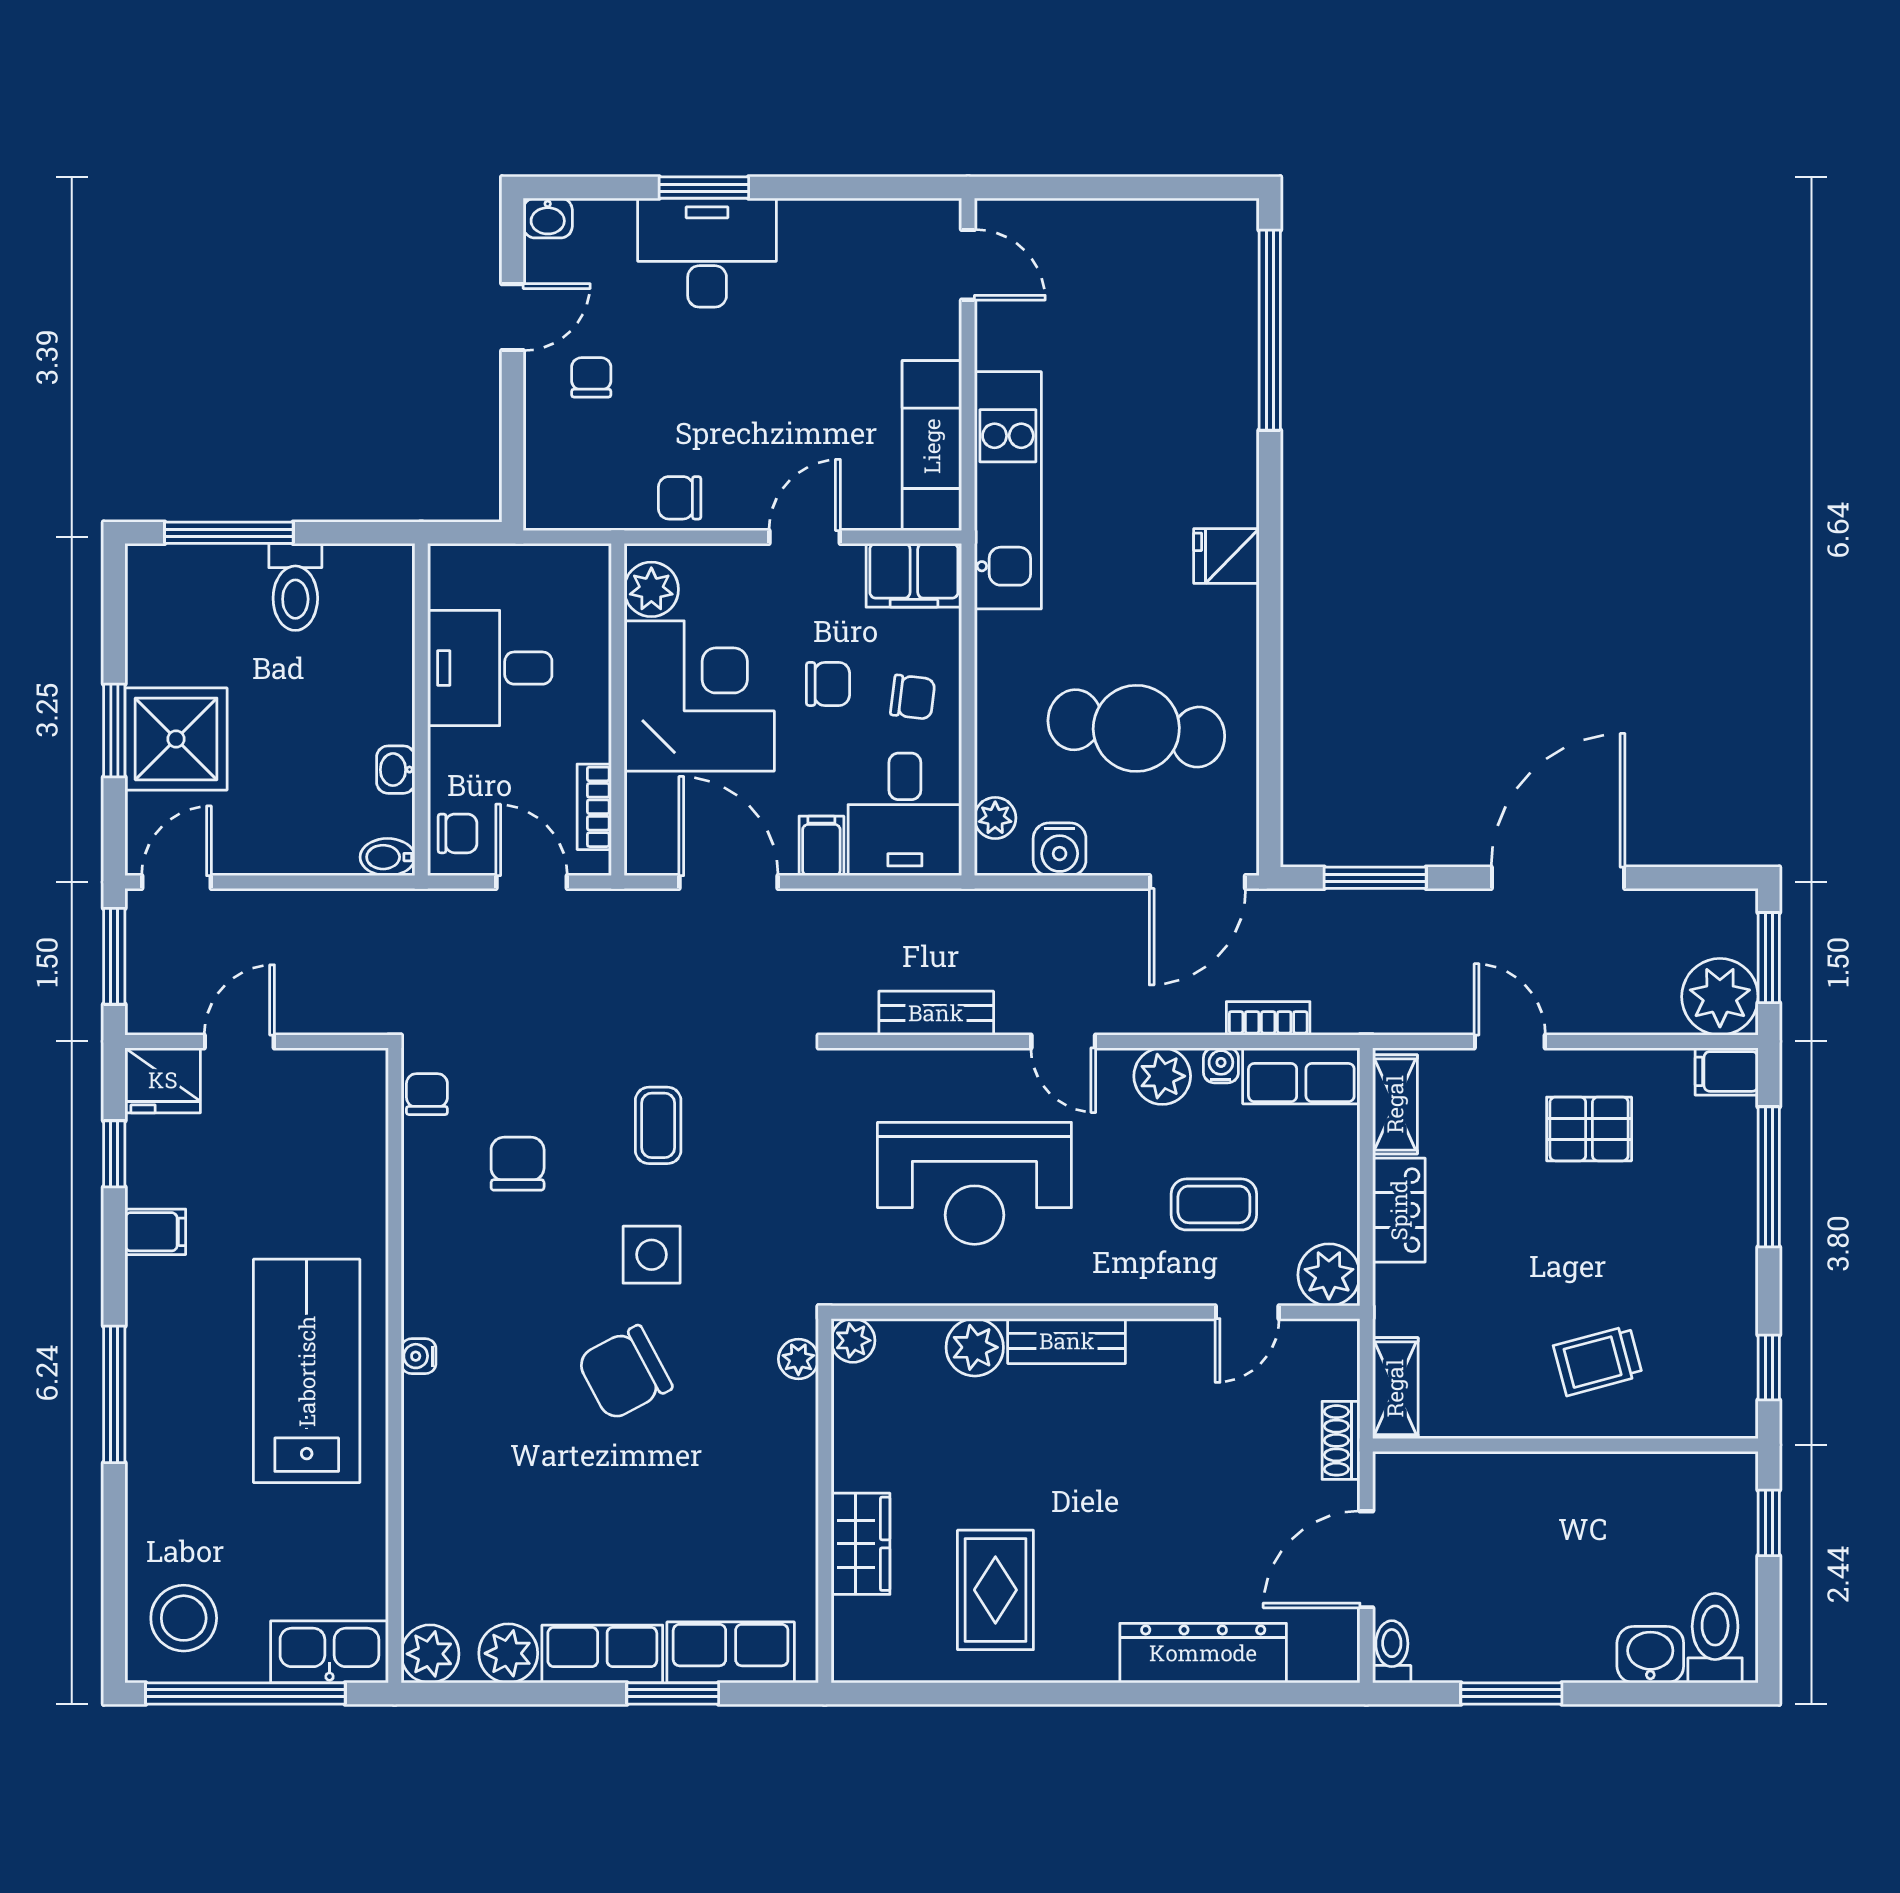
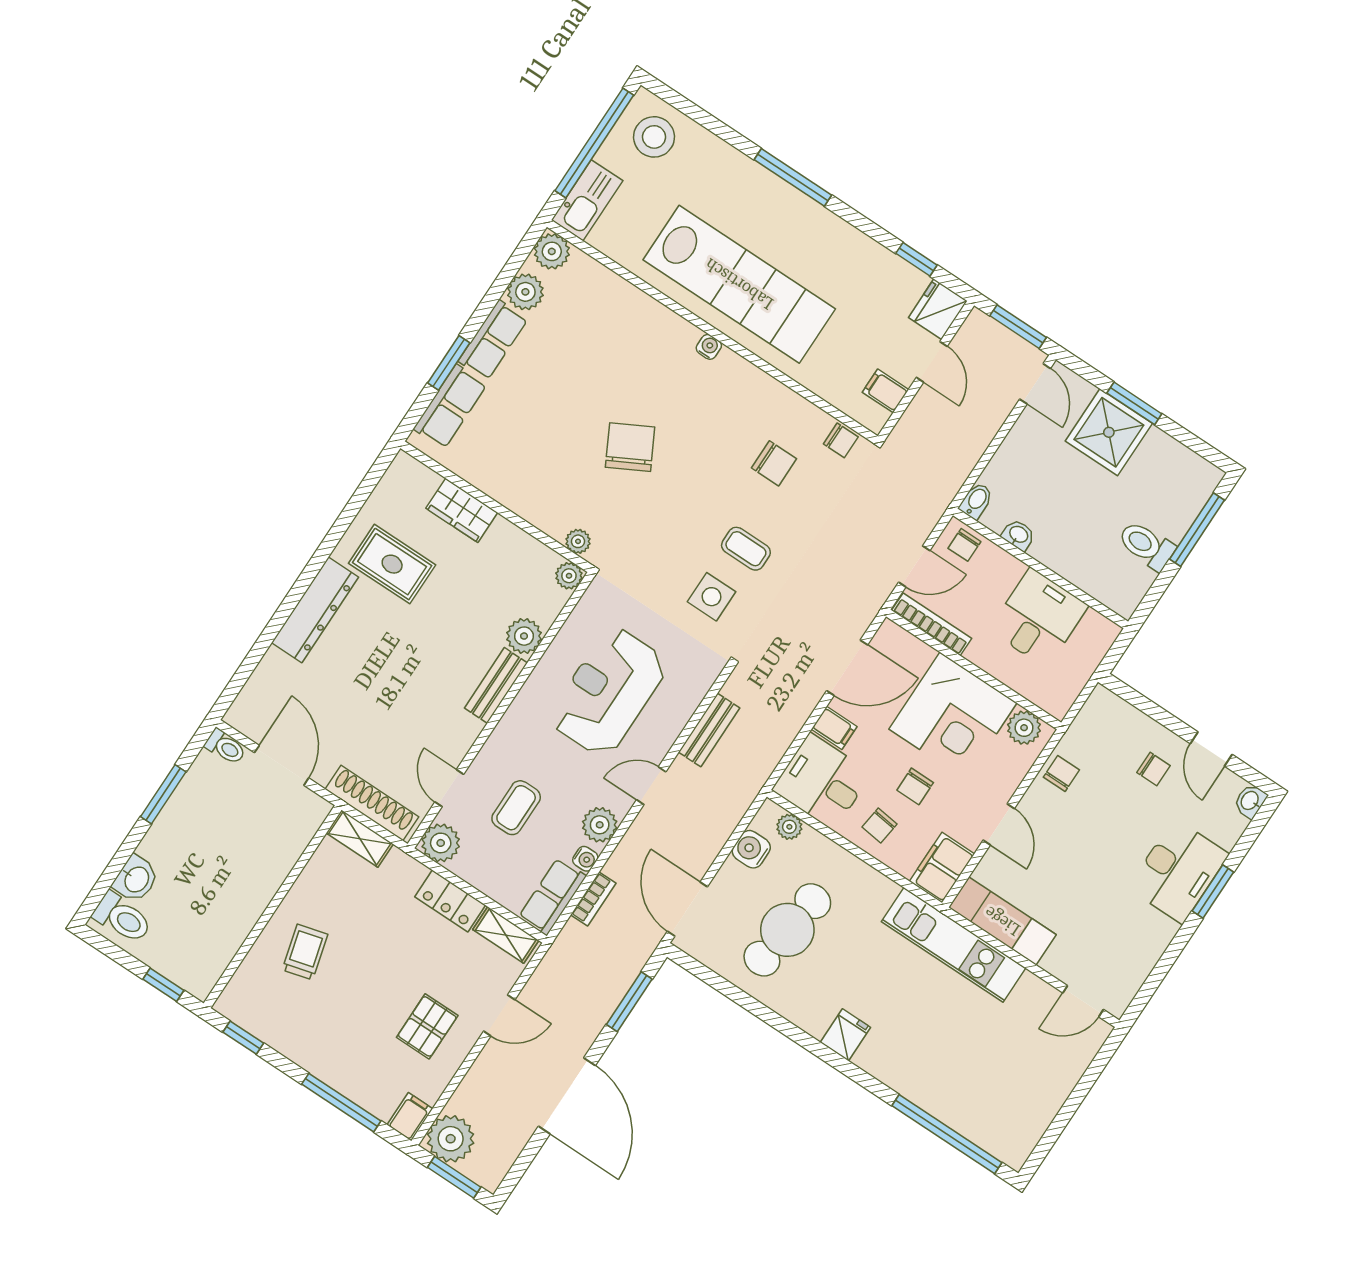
bookcase: (594, 807) -> (932, 624), width x1.56
filing cabinet: (155, 1232) -> (885, 391), moved, turned 90
side table: (652, 1255) -> (712, 597), moved
lab bench: (307, 1371) -> (739, 284), width x1.36
shoe rack: (1341, 1440) -> (372, 803), width x1.94, depth x1.24
dresser: (1203, 1653) -> (315, 610), moved

